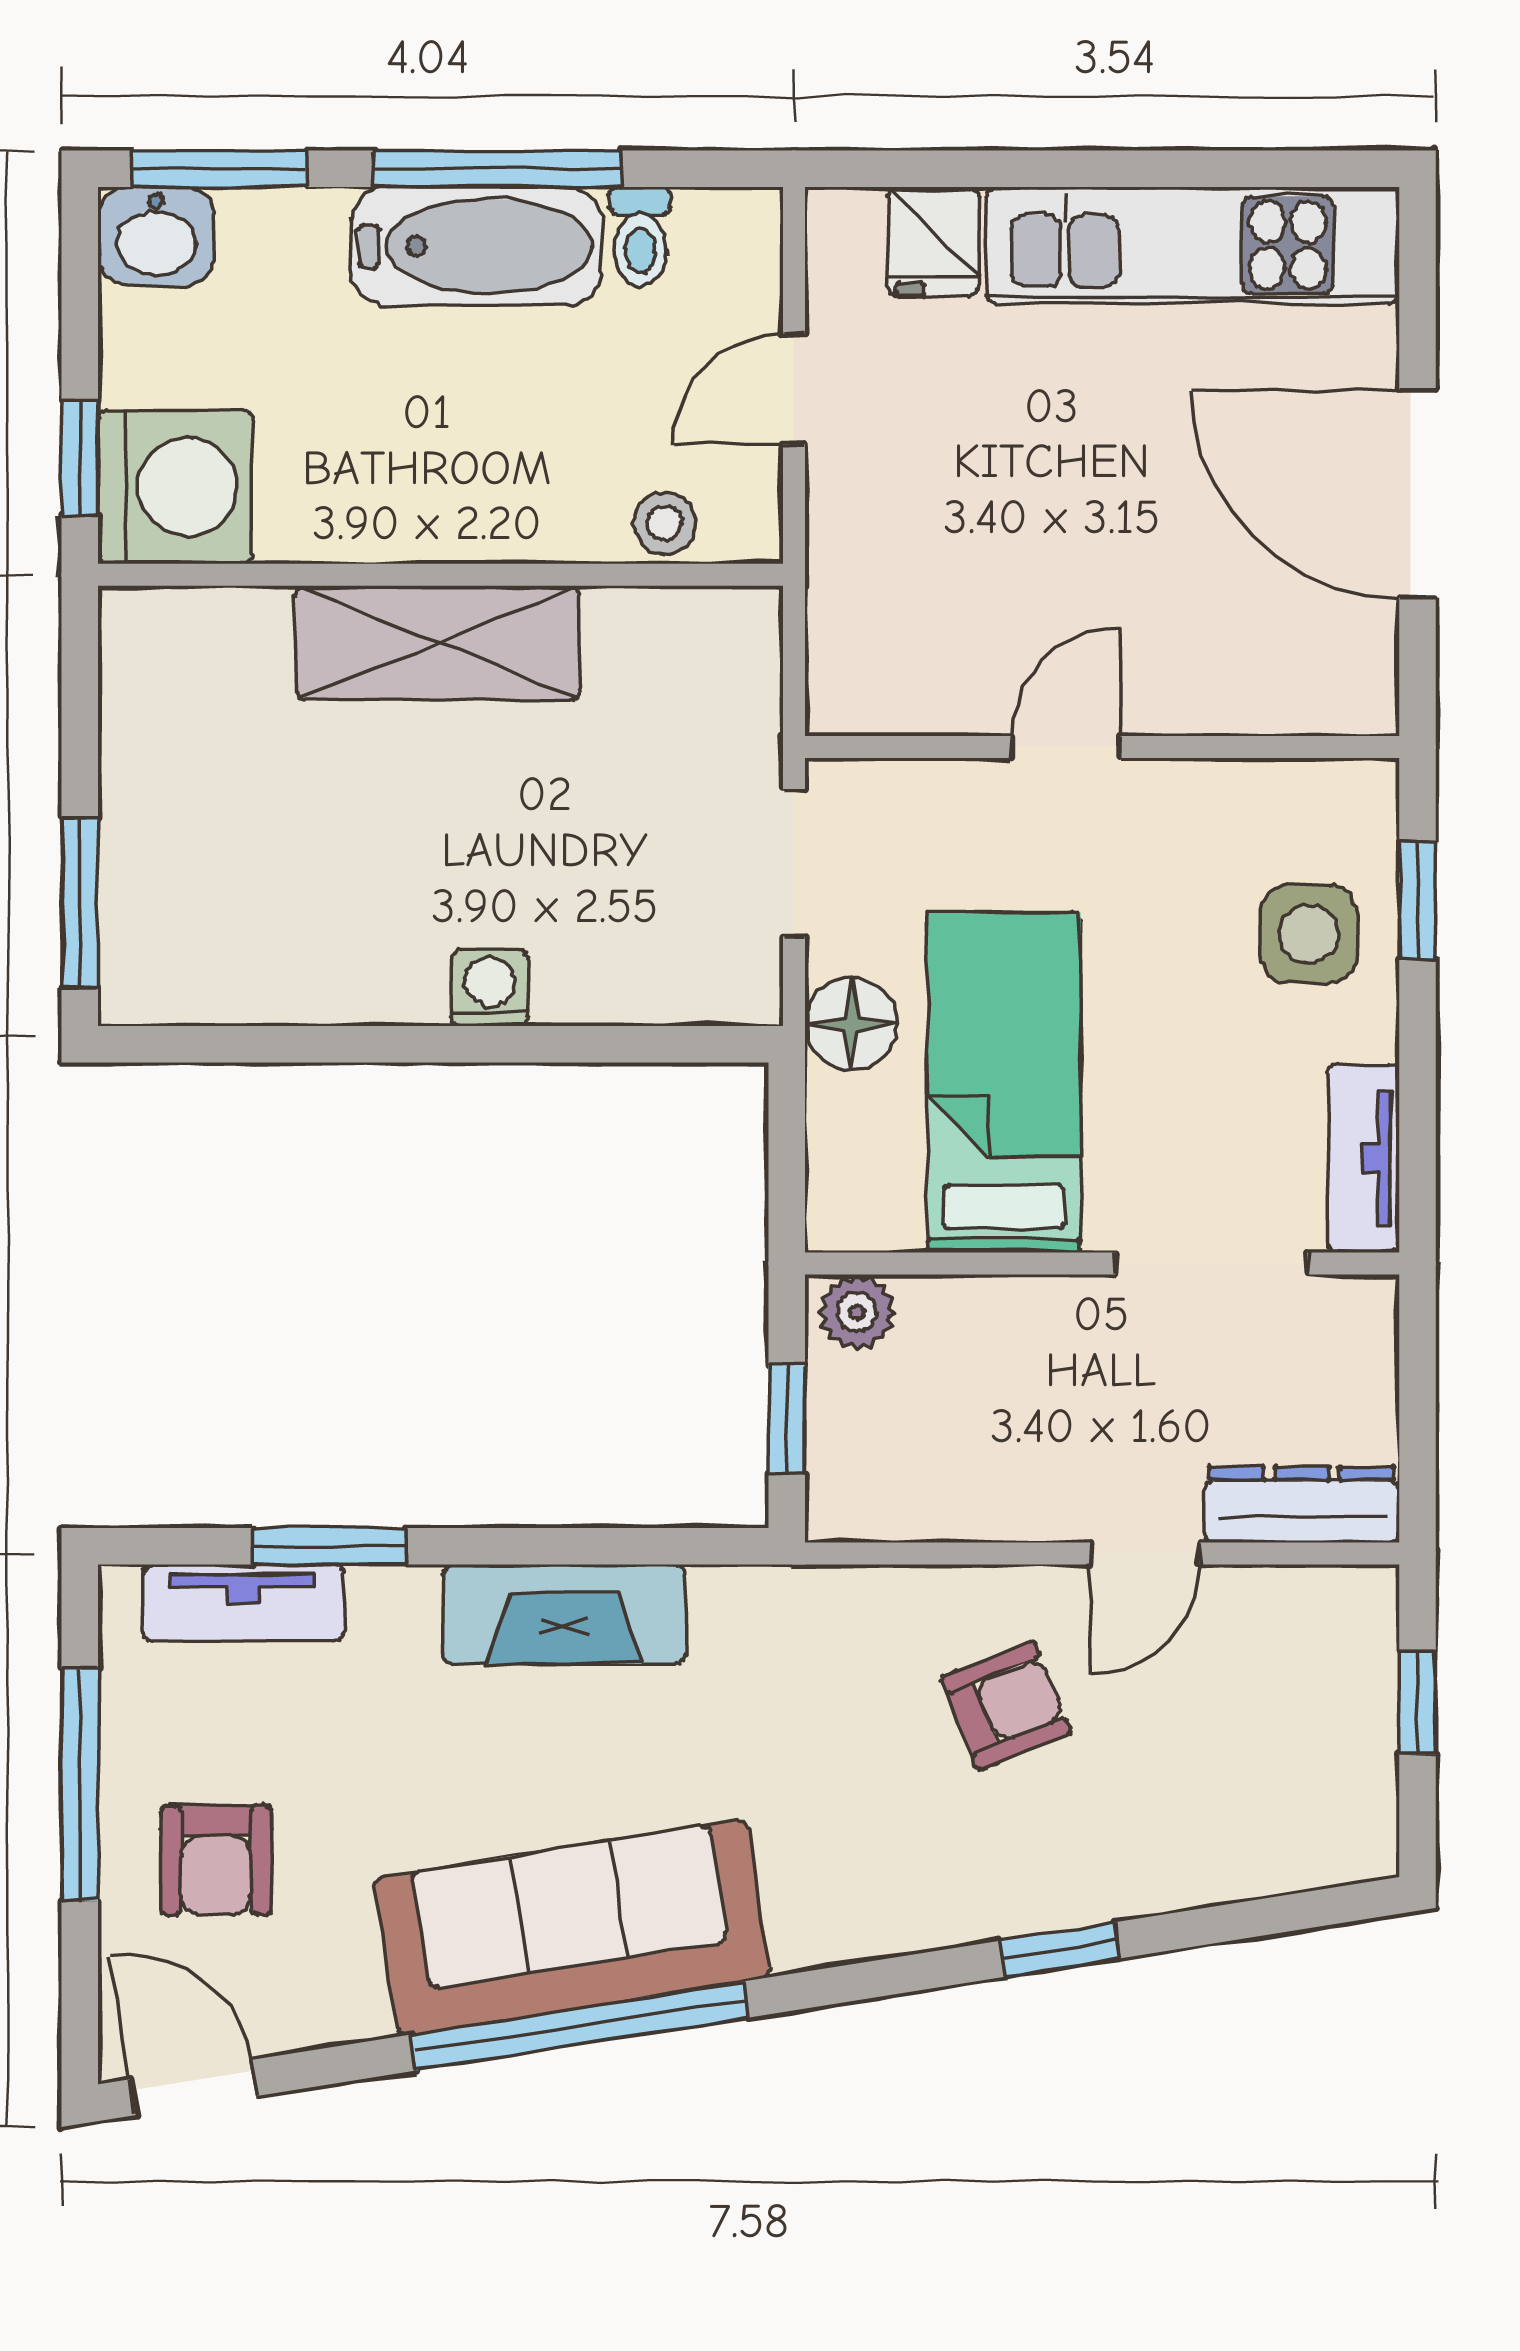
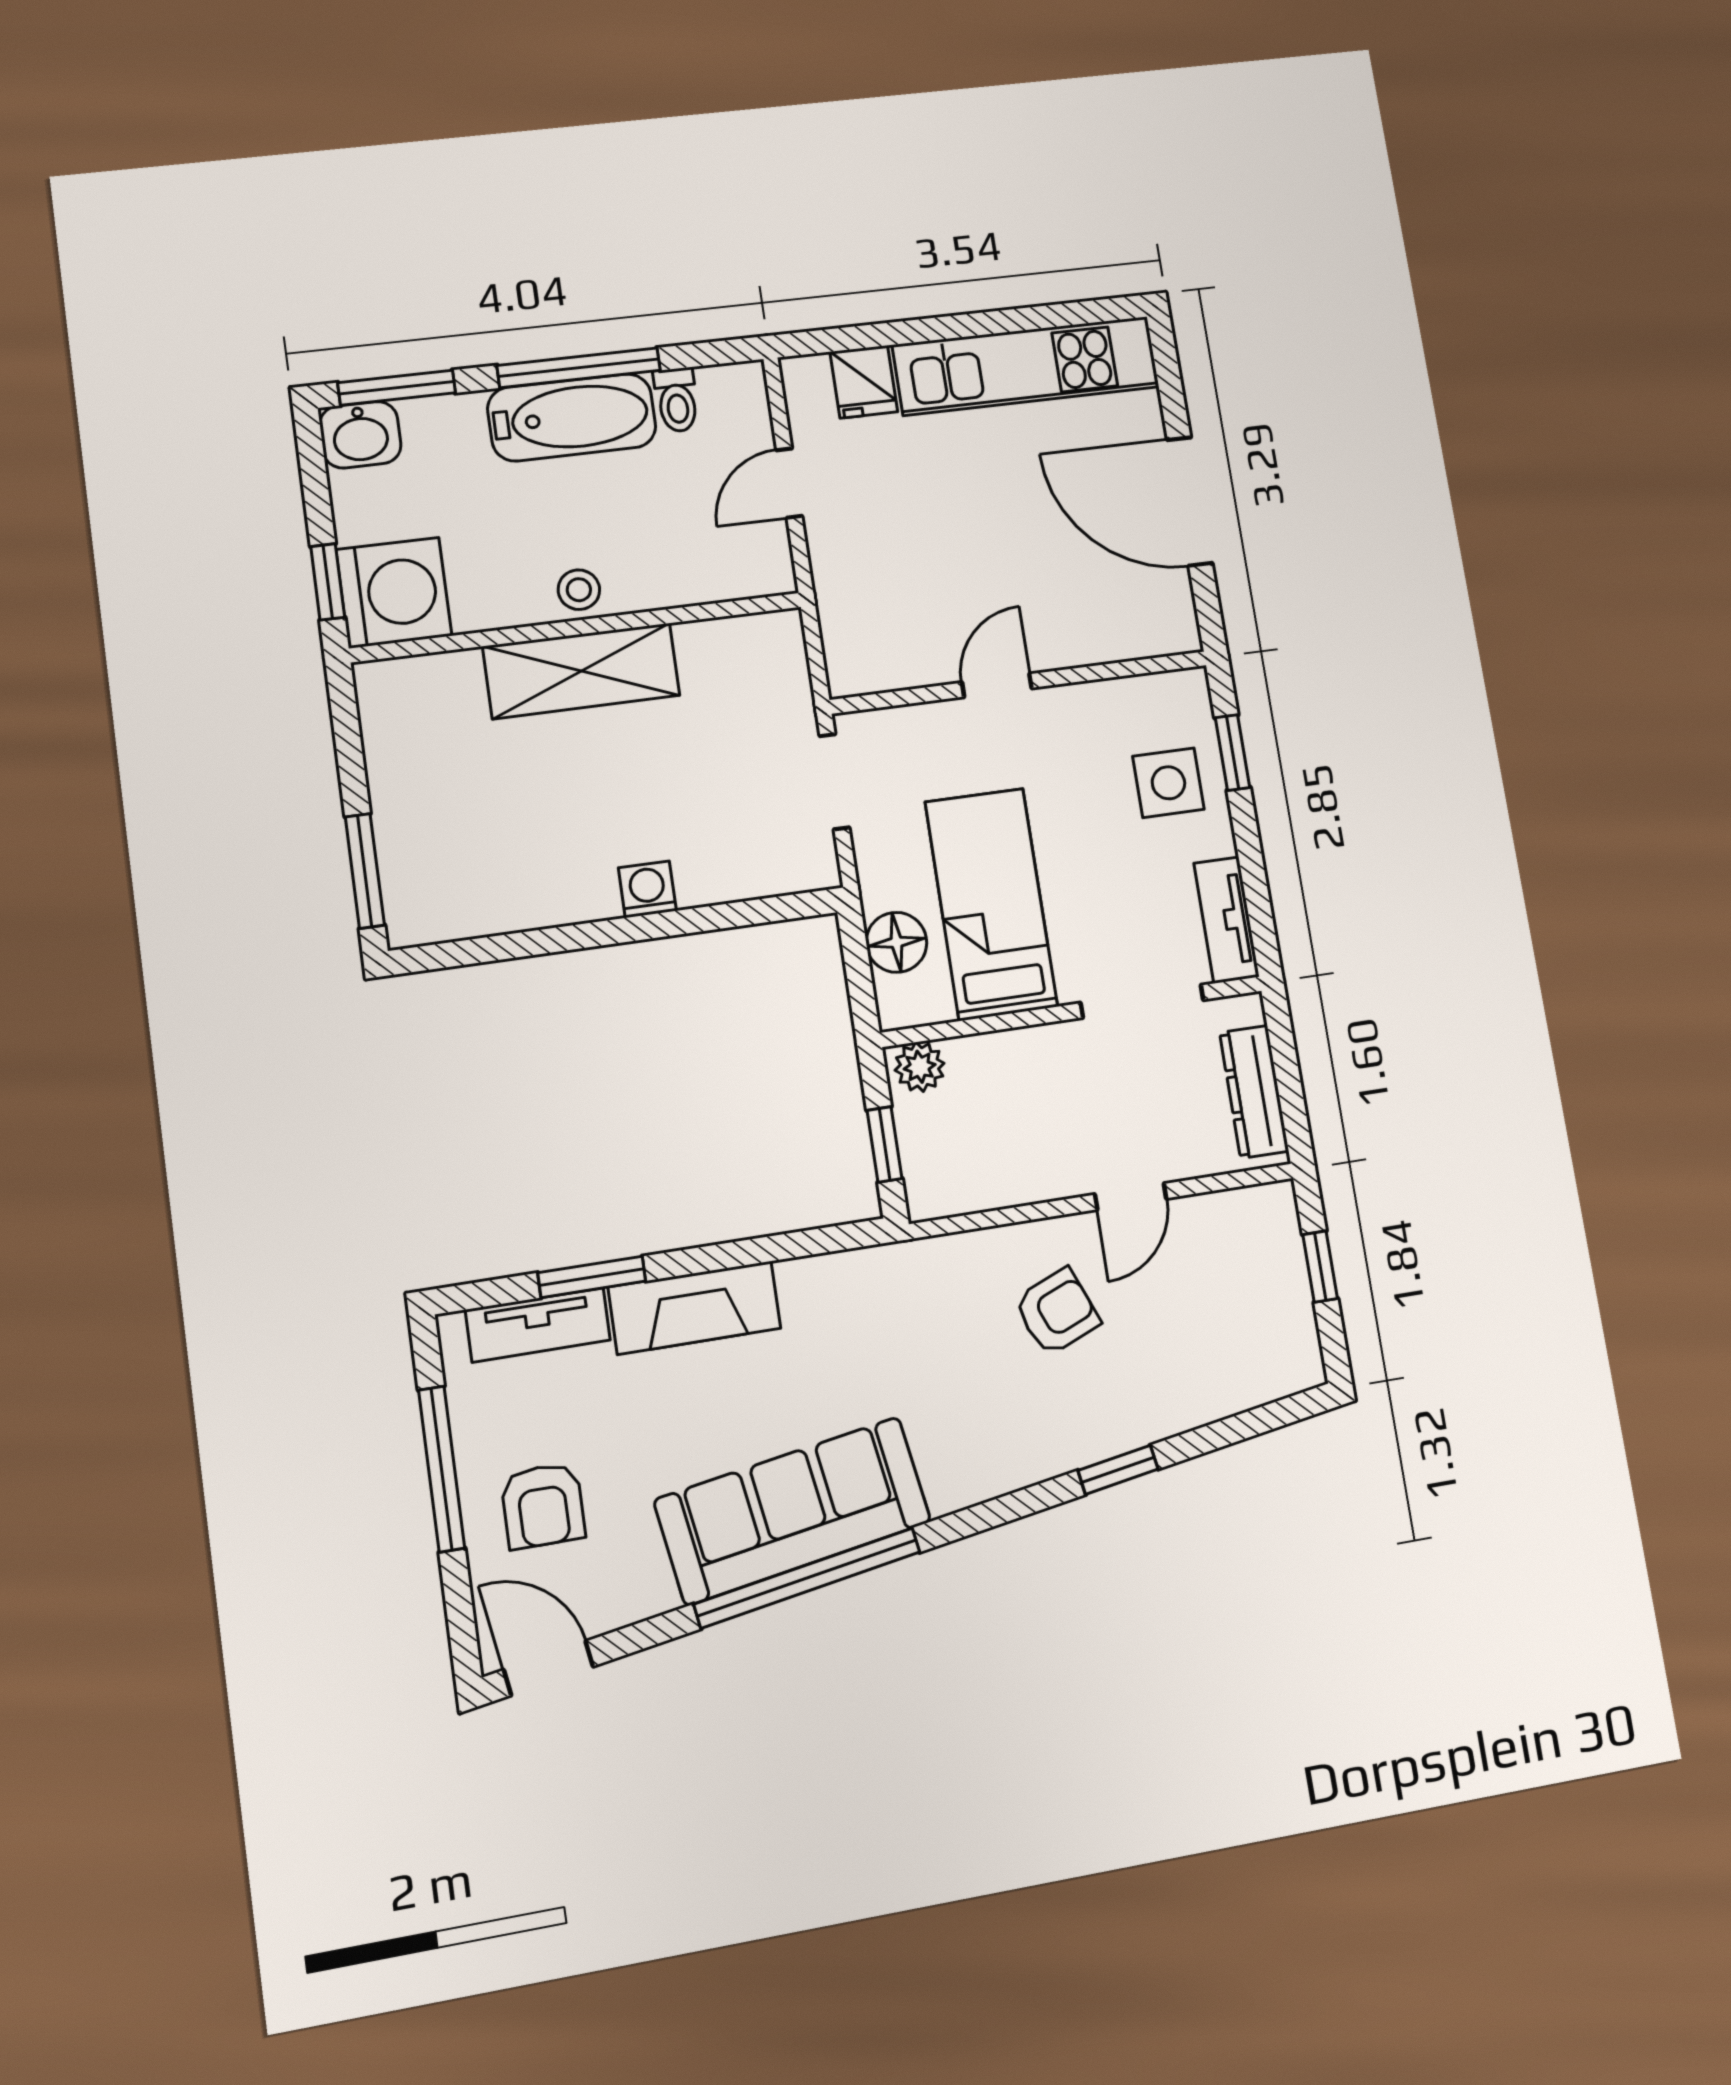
stool: (664, 523) -> (579, 590), moved
floor lamp: (851, 1024) -> (896, 942), moved
dresser: (1302, 1504) -> (1254, 1092), moved, turned -90
fireplace: (564, 1614) -> (695, 1308), moved

